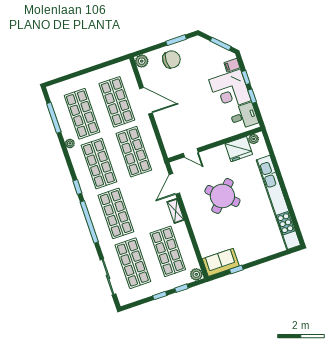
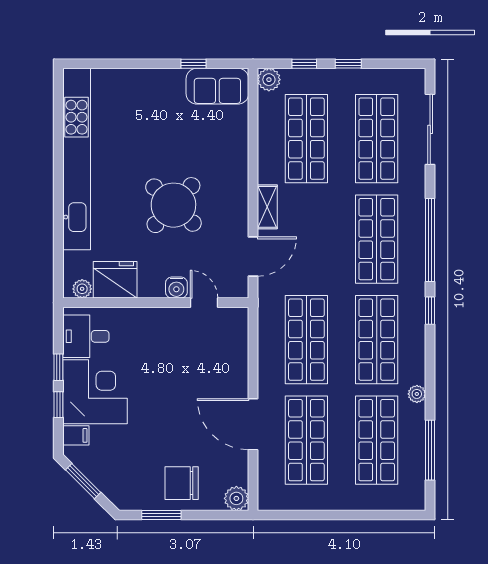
water cooler: (207, 156) -> (176, 288), added

